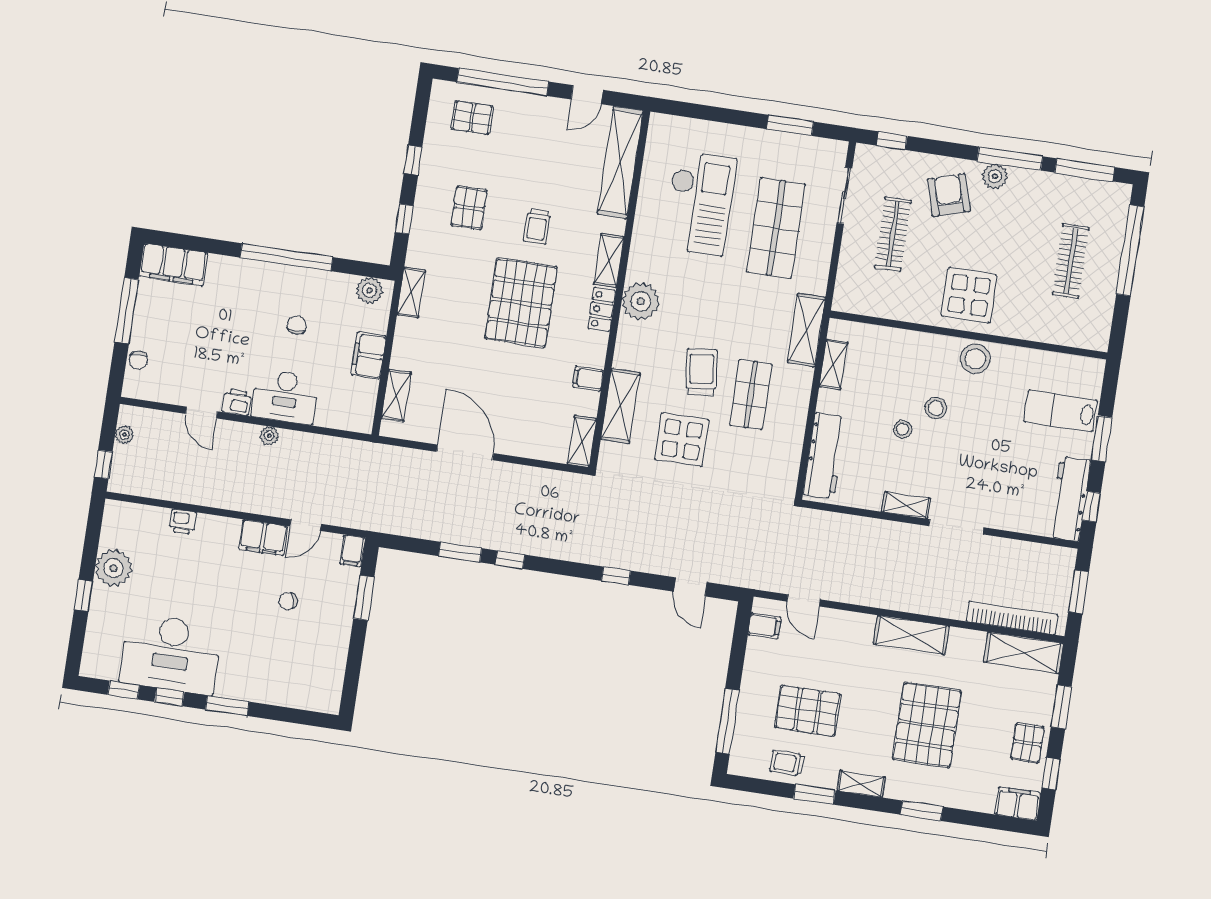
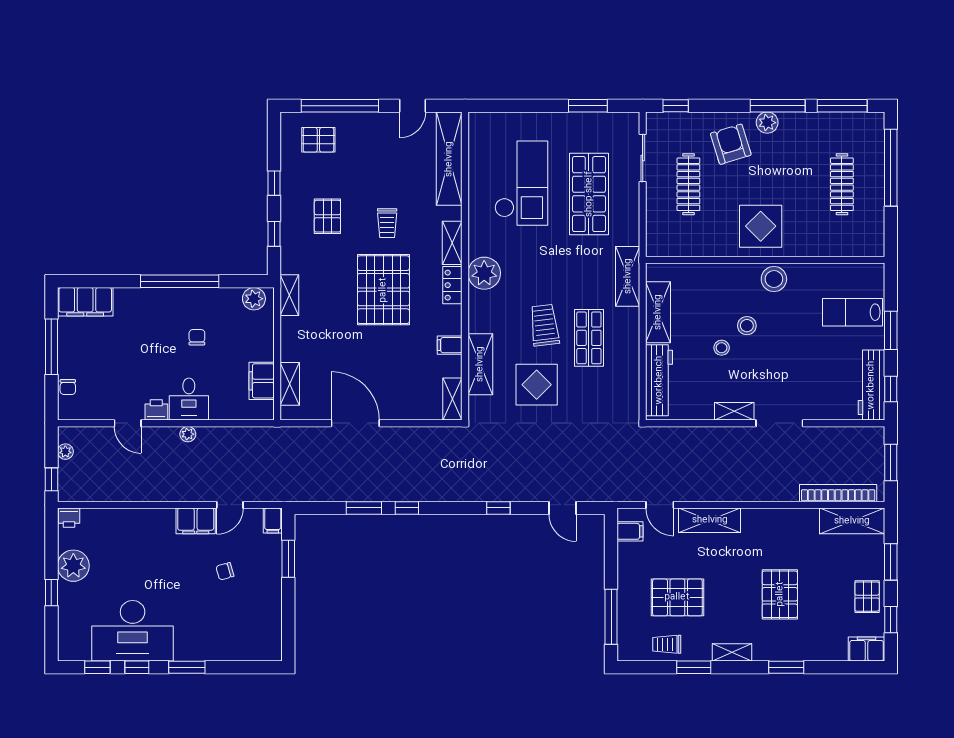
filing cabinet: (369, 356) -> (262, 381), moved
shelving: (833, 365) -> (658, 312), width x1.50, depth x1.33
desk: (285, 397) -> (189, 399), width x0.73
printer: (183, 522) -> (69, 518), moved
shelving: (911, 635) -> (710, 520), moved
pallet: (927, 725) -> (780, 594), width x0.73, depth x0.71

